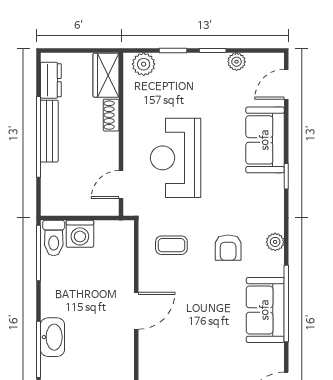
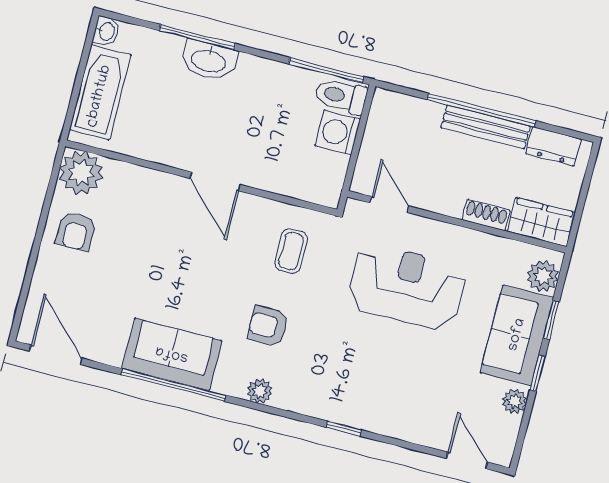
sofa: (265, 140) -> (517, 335), moved, turned -90

